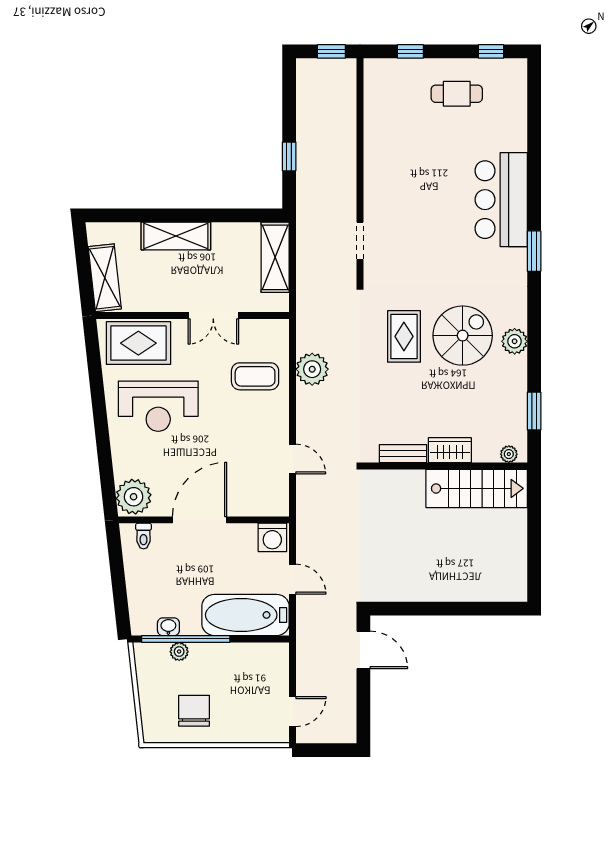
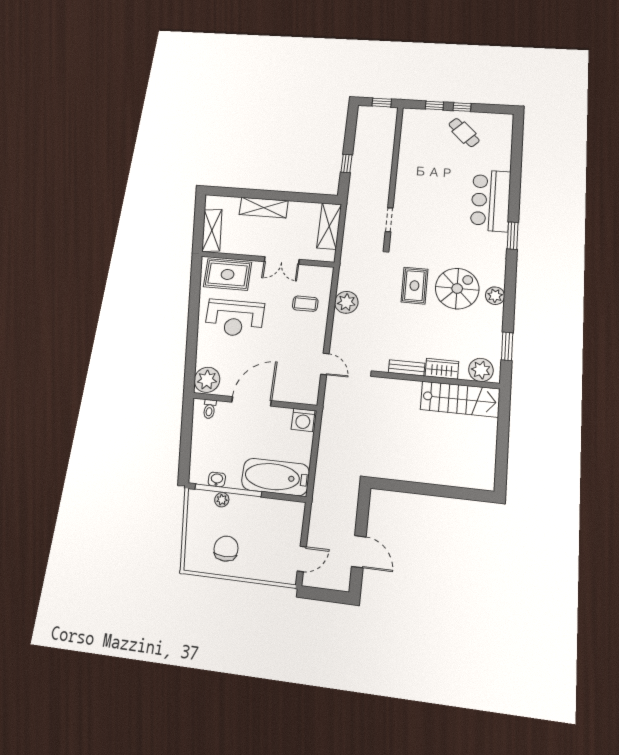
window: (491, 51) -> (462, 107), moved
cafe table: (457, 94) -> (464, 133), turned 45
coffee table: (255, 376) -> (305, 304), width x0.73, depth x0.77
plant: (509, 454) -> (481, 370), width x1.88, depth x1.88
door: (293, 579) -> (314, 453), removed
door: (363, 650) -> (359, 552), moved

